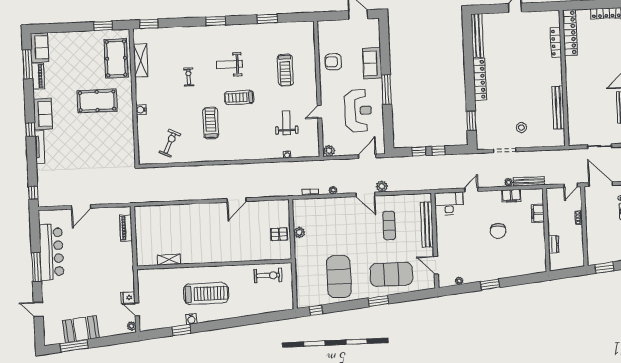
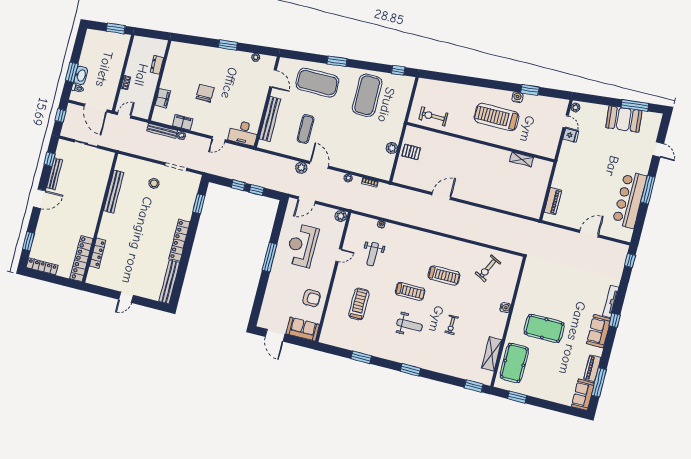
sofa: (372, 63) -> (303, 329), moved, turned -90
treadmill: (211, 123) -> (444, 275), turned -90

